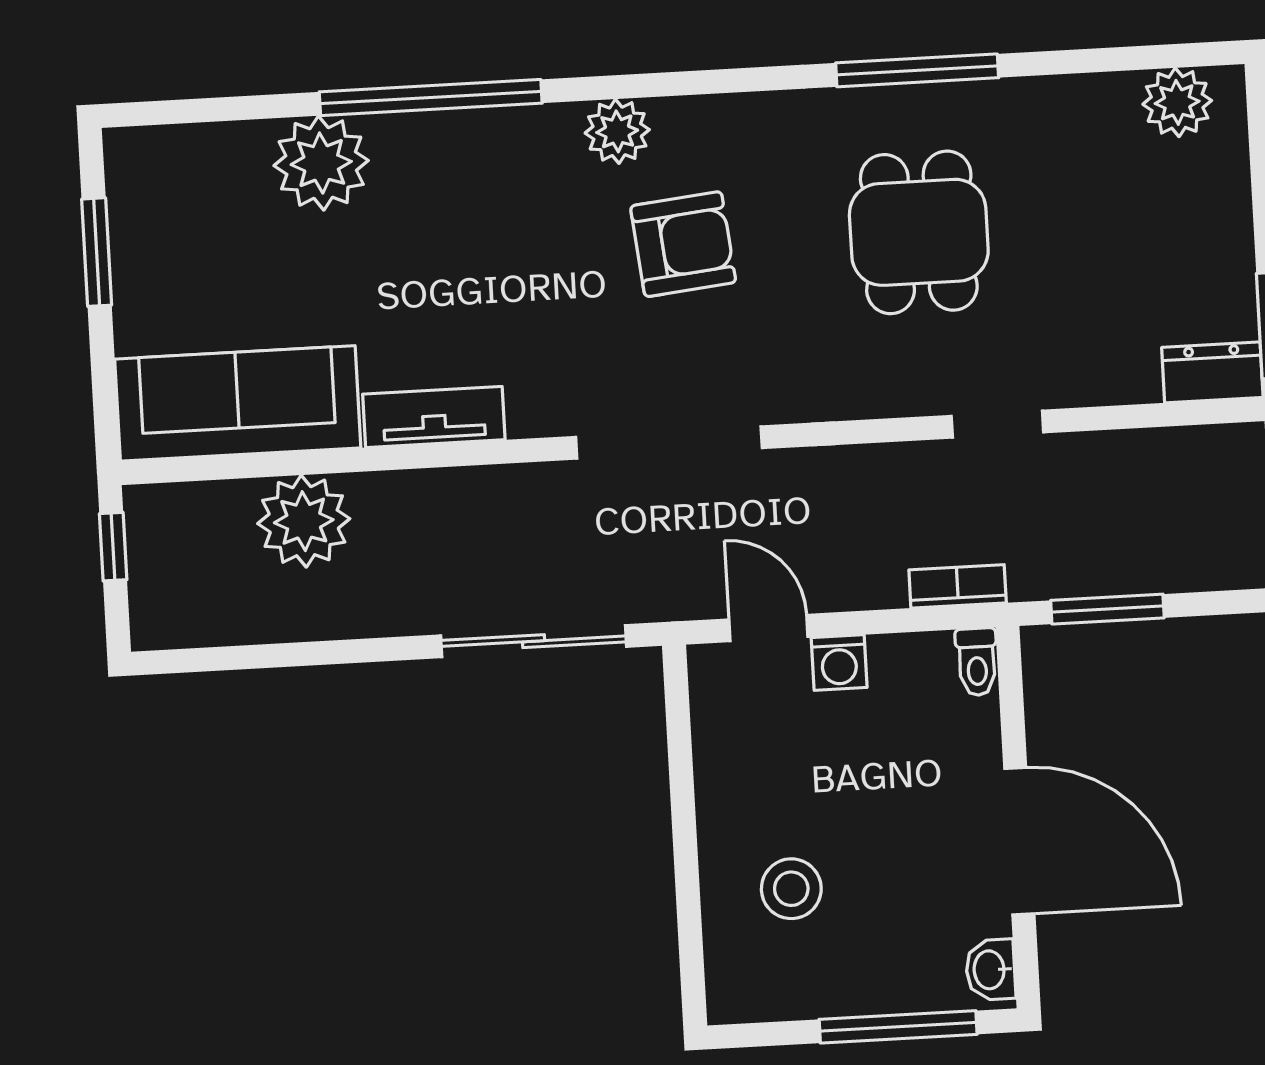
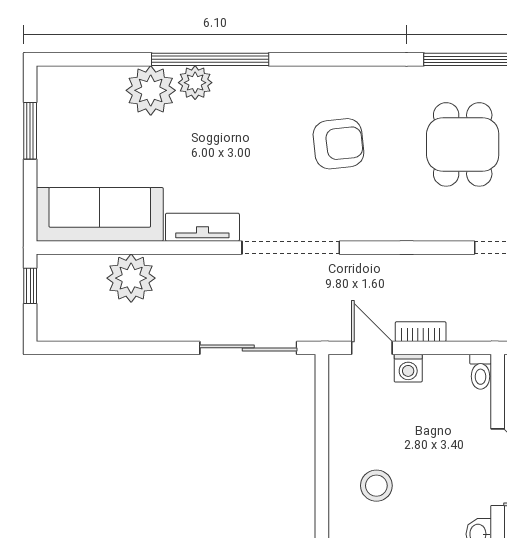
plant: (617, 131) -> (195, 83), moved
doorway: (669, 443) -> (291, 248), moved
bookcase: (958, 586) -> (421, 332), moved

